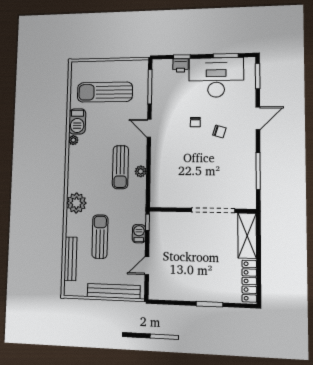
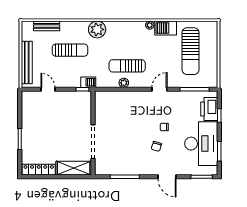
printer: (181, 65) -> (209, 109), width x1.87, depth x1.48
sun lounger: (105, 92) -> (191, 51), turned 180
barbecue: (139, 234) -> (88, 82), moved
bench: (70, 259) -> (47, 26), width x0.73

